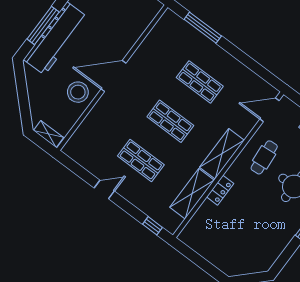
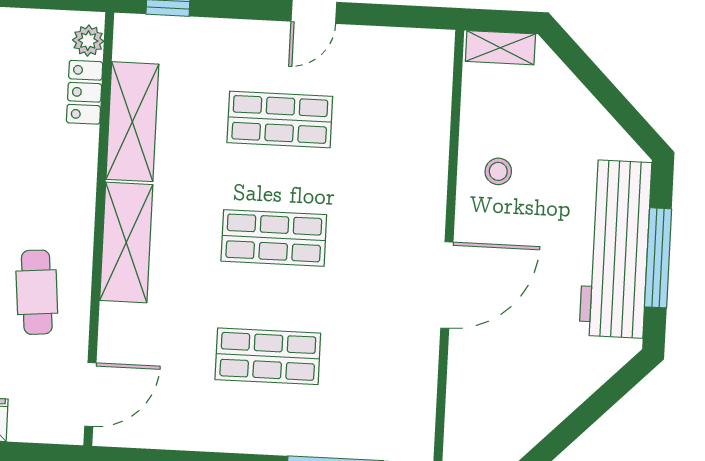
door: (113, 76) -> (447, 285), moved
stool: (78, 92) -> (498, 171), width x0.53, depth x0.53
locker: (220, 190) -> (85, 92), moved
plant: (188, 232) -> (88, 41), added

